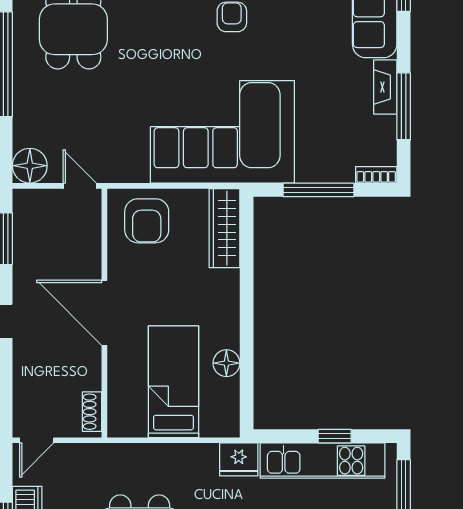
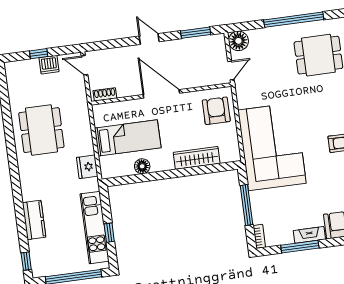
armchair: (147, 221) -> (216, 111), turned 90
wardrobe: (225, 228) -> (197, 158), moved
door: (104, 313) -> (161, 94), hinge flipped
fridge: (239, 459) -> (87, 167), moved

